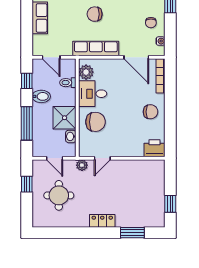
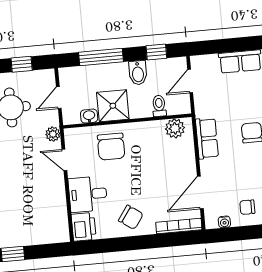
row of seats: (96, 49) -> (207, 138), width x0.68
desk: (93, 94) -> (88, 194), moved, turned -90
chair: (150, 112) -> (131, 217), turned -55

